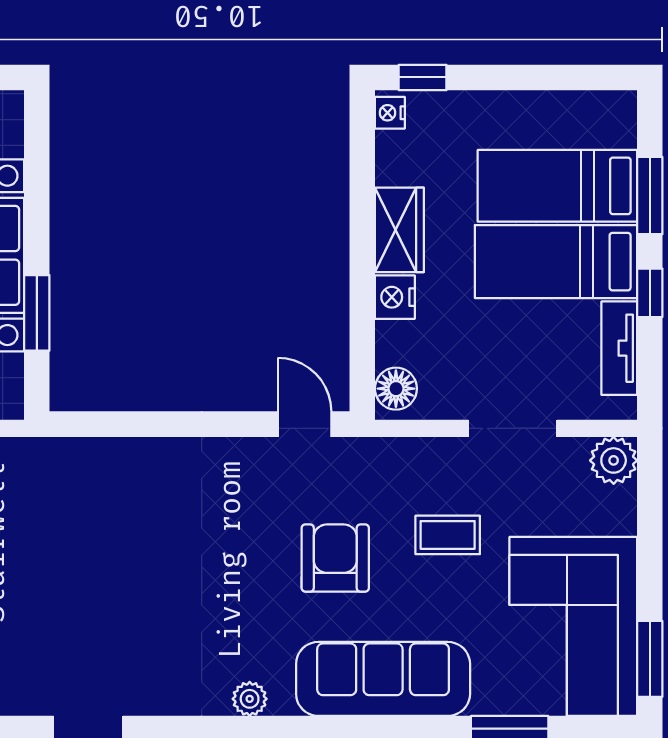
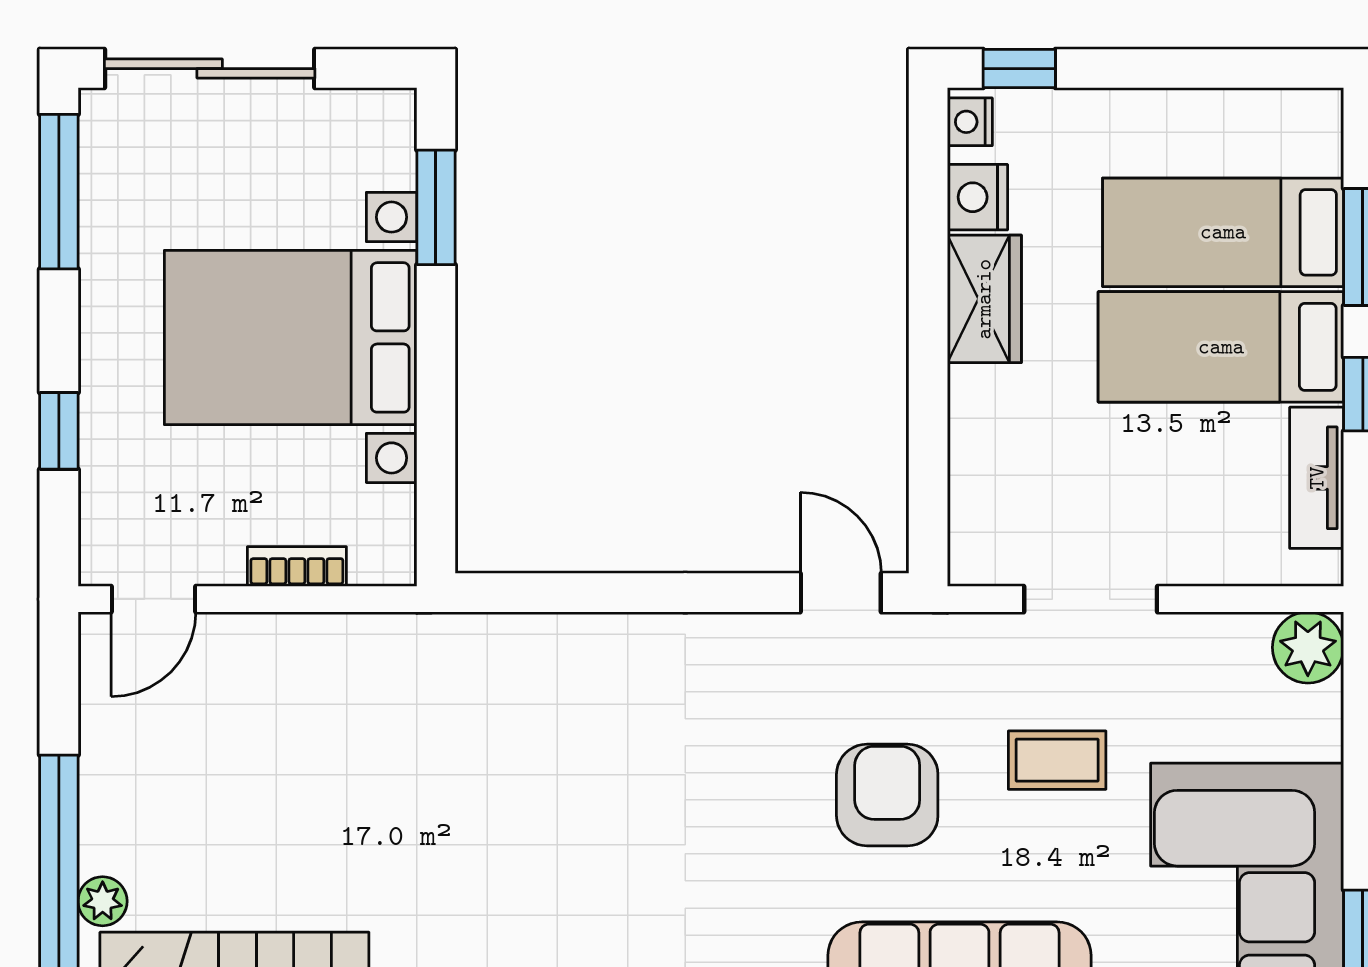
nightstand: (395, 297) -> (977, 197), moved
window: (37, 313) -> (436, 207), moved
floor lamp: (396, 389) -> (979, 539), removed
doorway: (513, 428) -> (1091, 599), moved

